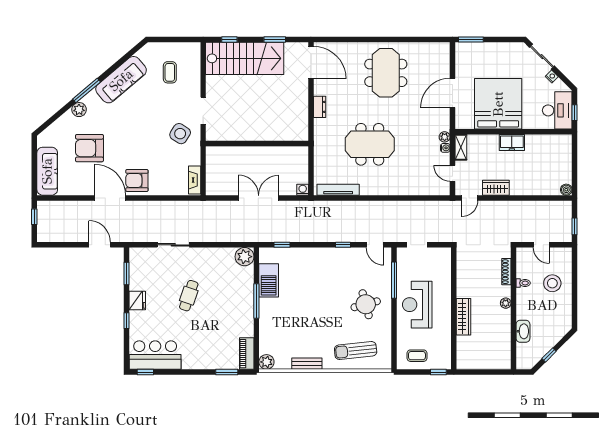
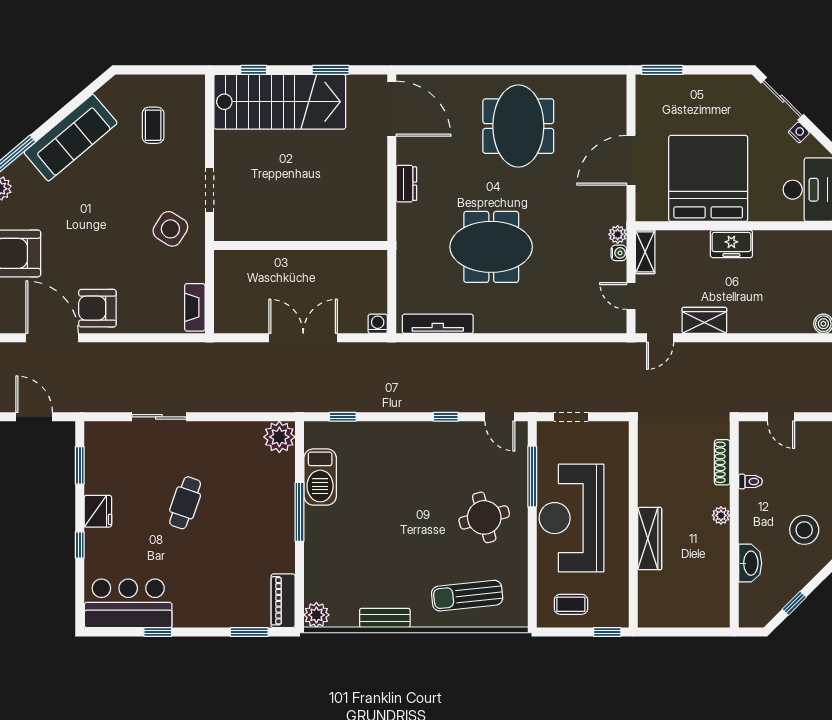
stool: (552, 283) -> (804, 530), moved
reception desk: (417, 305) -> (571, 518), width x1.36, depth x1.30
window: (145, 372) -> (158, 632), moved

